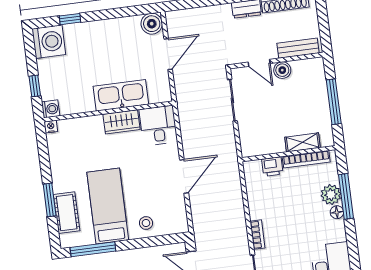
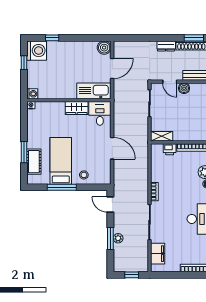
window: (35, 86) -> (24, 63), moved
kitchen sink: (121, 95) -> (94, 91), moved
shelving: (302, 142) -> (162, 136), moved
door: (184, 176) -> (112, 148), hinge flipped
window: (93, 249) -> (62, 187), moved

